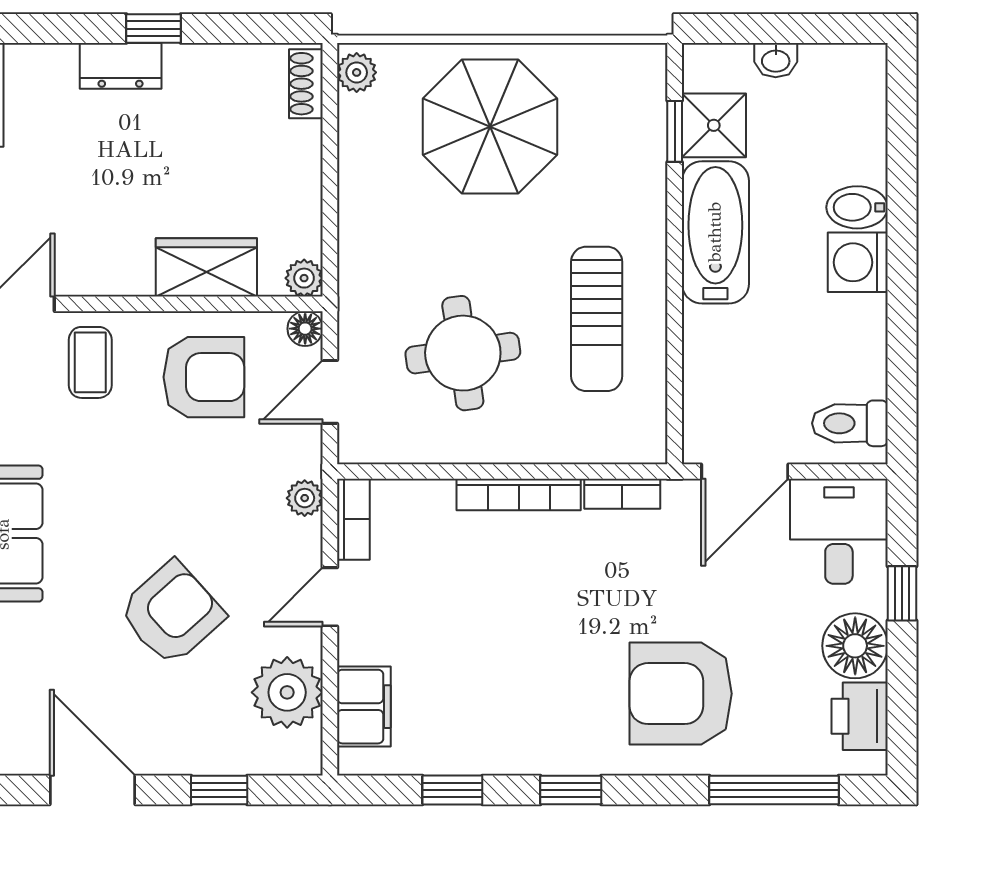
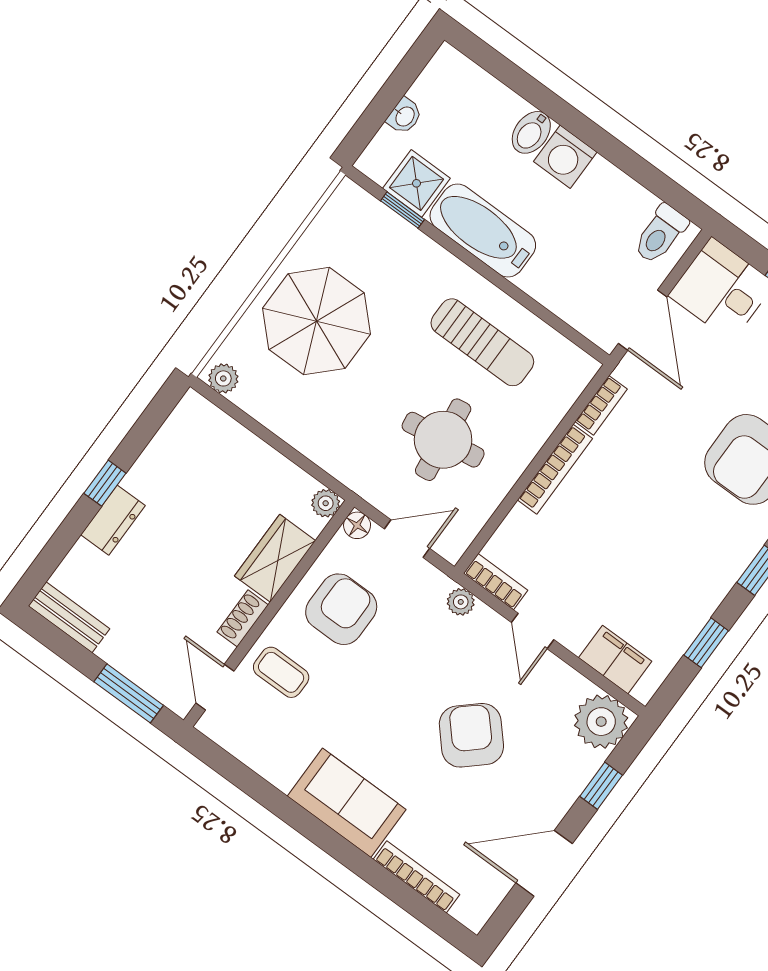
shoe rack: (306, 84) -> (243, 618), moved, turned 90
door: (330, 392) -> (407, 539), swing flipped
plant: (287, 692) -> (601, 722), moved

